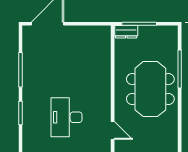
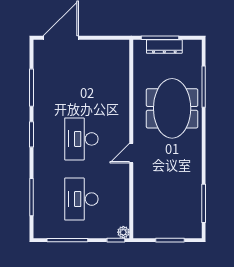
dresser: (126, 32) -> (164, 46), moved, width x1.44
door: (113, 130) -> (131, 153), swing flipped

